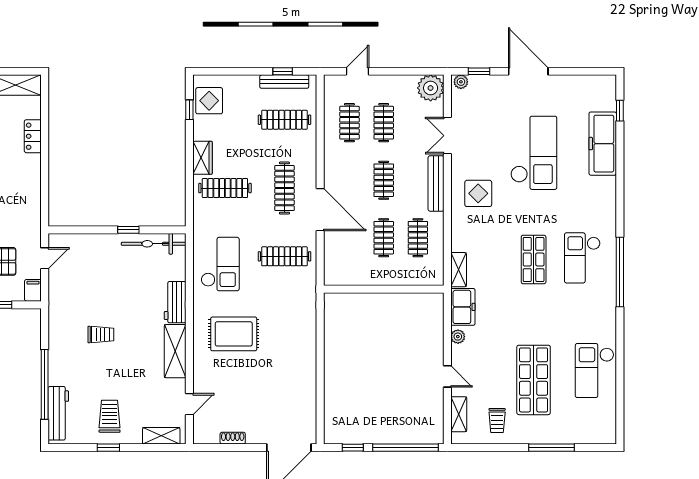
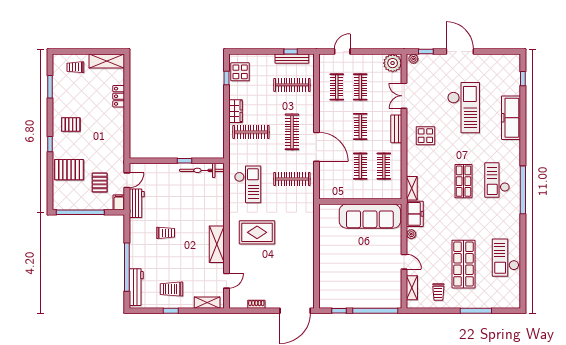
freezer: (603, 144) -> (511, 118), moved
bench: (436, 183) -> (396, 129), width x0.73
workbench: (175, 302) -> (137, 203), moved, turned 180
sofa: (398, 310) -> (370, 216), added
trolley: (110, 416) -> (172, 289), turned -90

